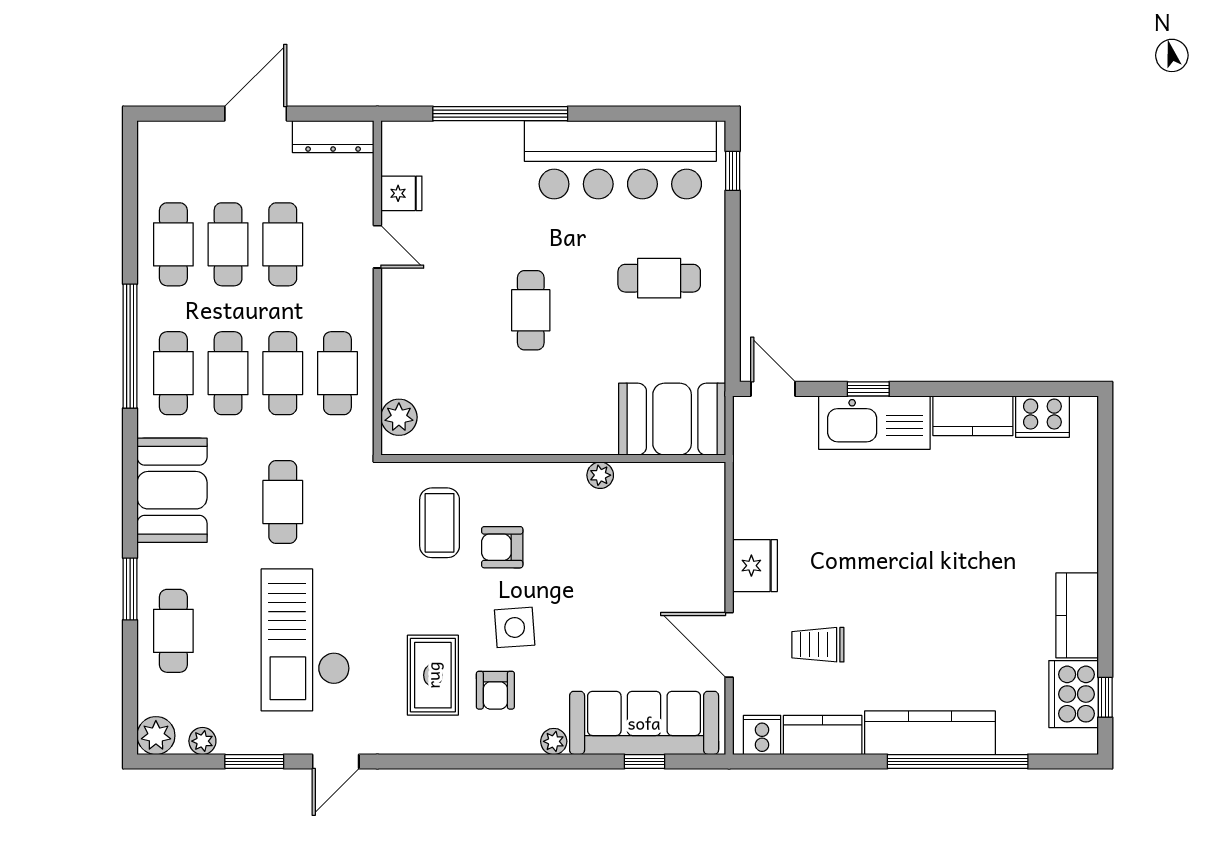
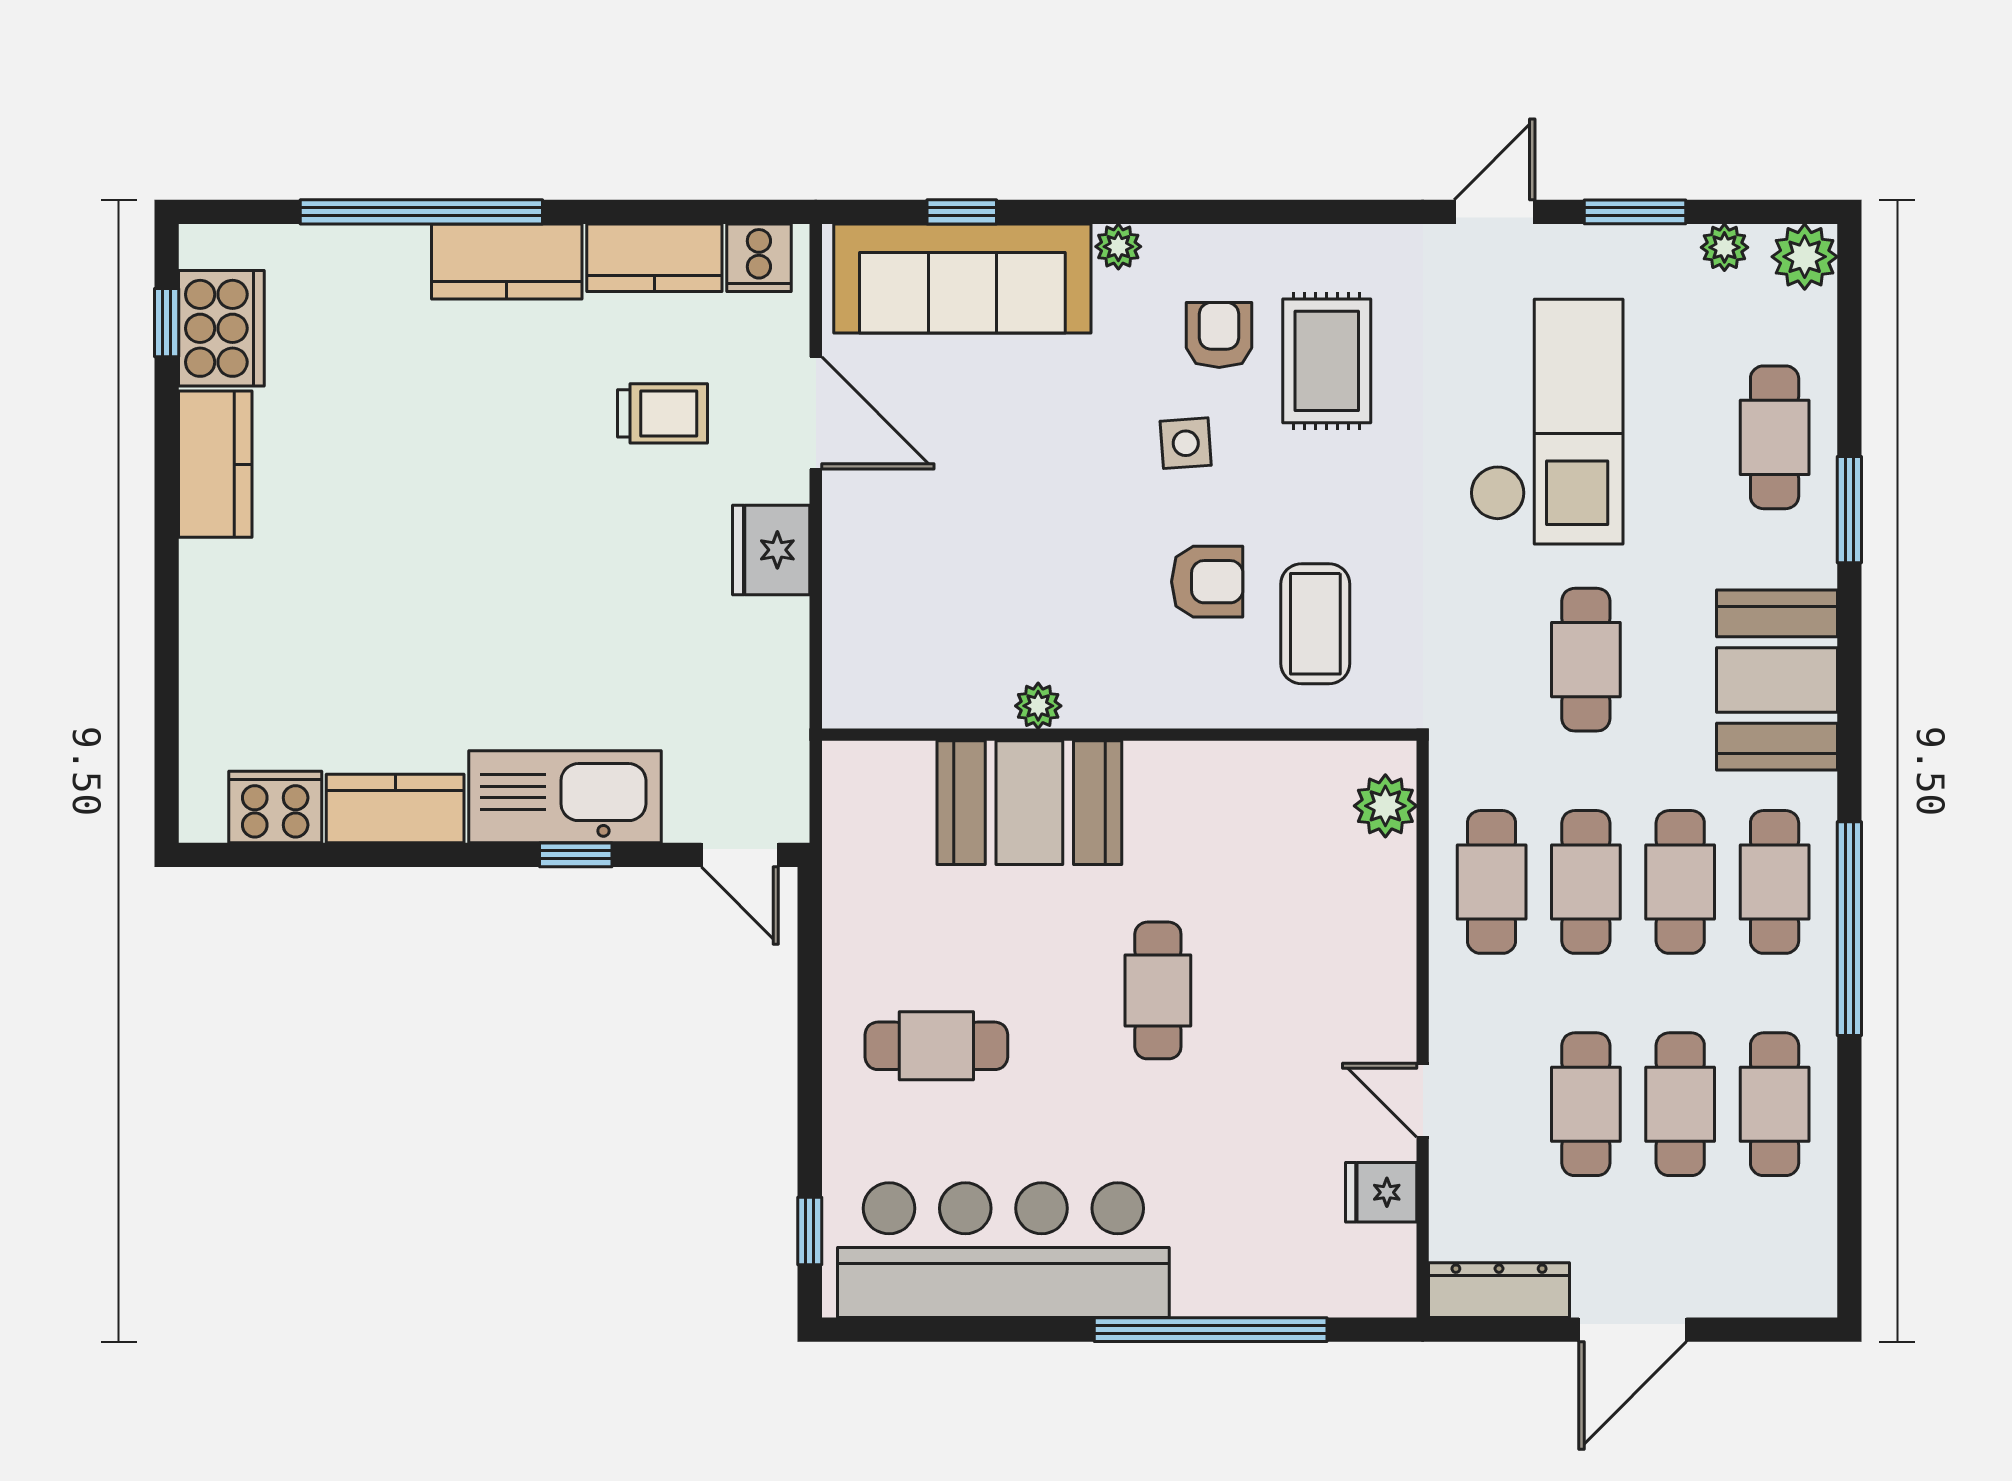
booth: (672, 419) -> (1029, 803), moved
side table: (515, 627) -> (1186, 443), width x0.73, depth x0.73
kitchen counter: (930, 733) -> (507, 262), width x0.67

